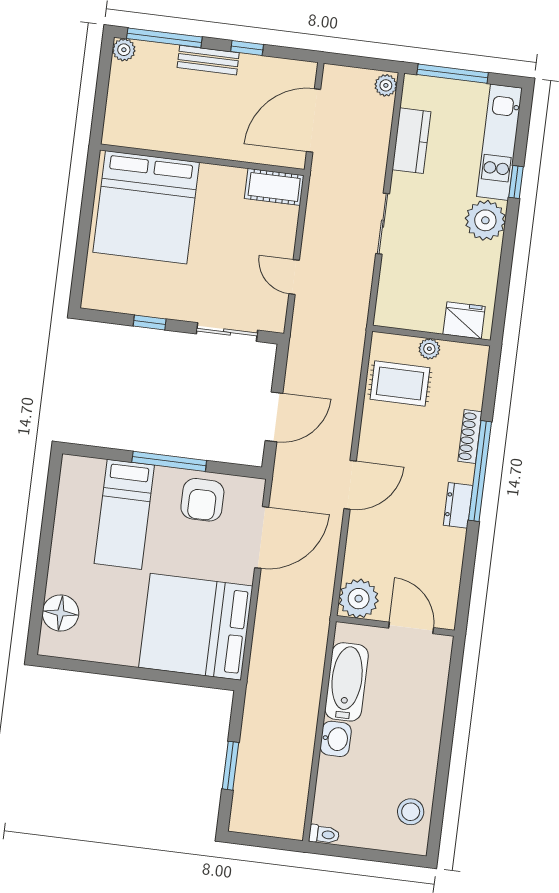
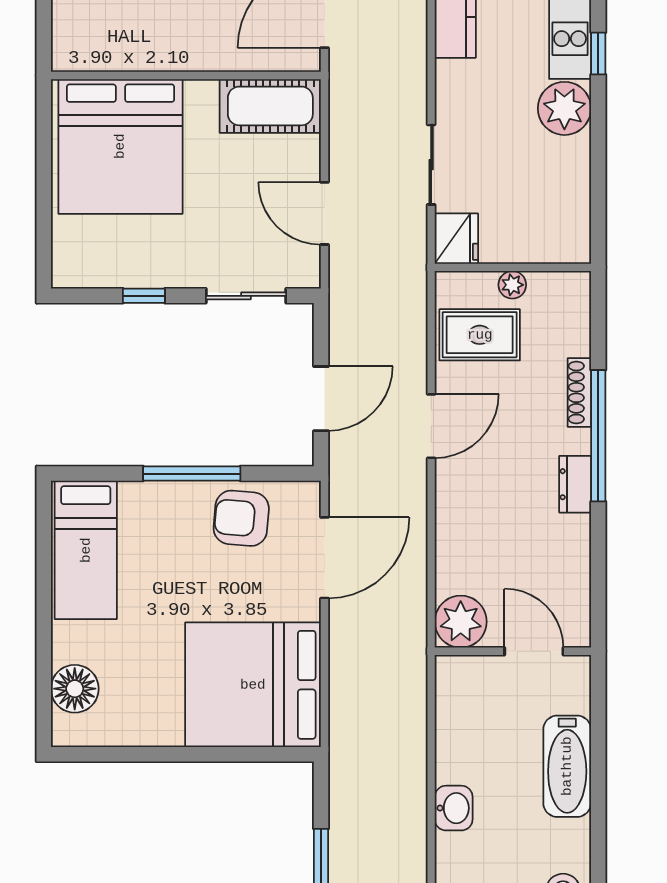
cot: (274, 187) -> (270, 106), width x1.37, depth x1.34
sliding door: (383, 224) -> (431, 165), moved
door: (294, 277) -> (325, 213), width x1.38
fridge: (464, 320) -> (456, 239), moved, turned 90
door: (350, 485) -> (431, 426), moved
armchair: (202, 500) -> (241, 518), turned 95
bed: (124, 514) -> (86, 550), moved
bathtub: (347, 682) -> (567, 766), moved, turned 180

